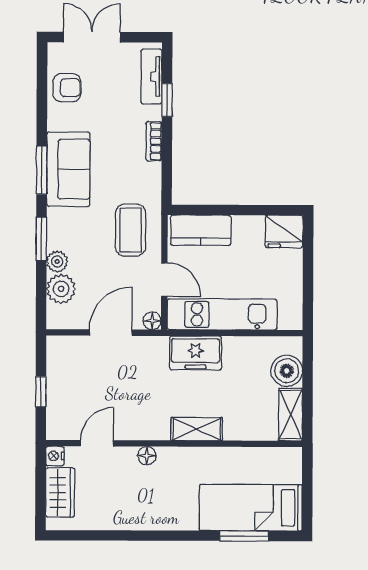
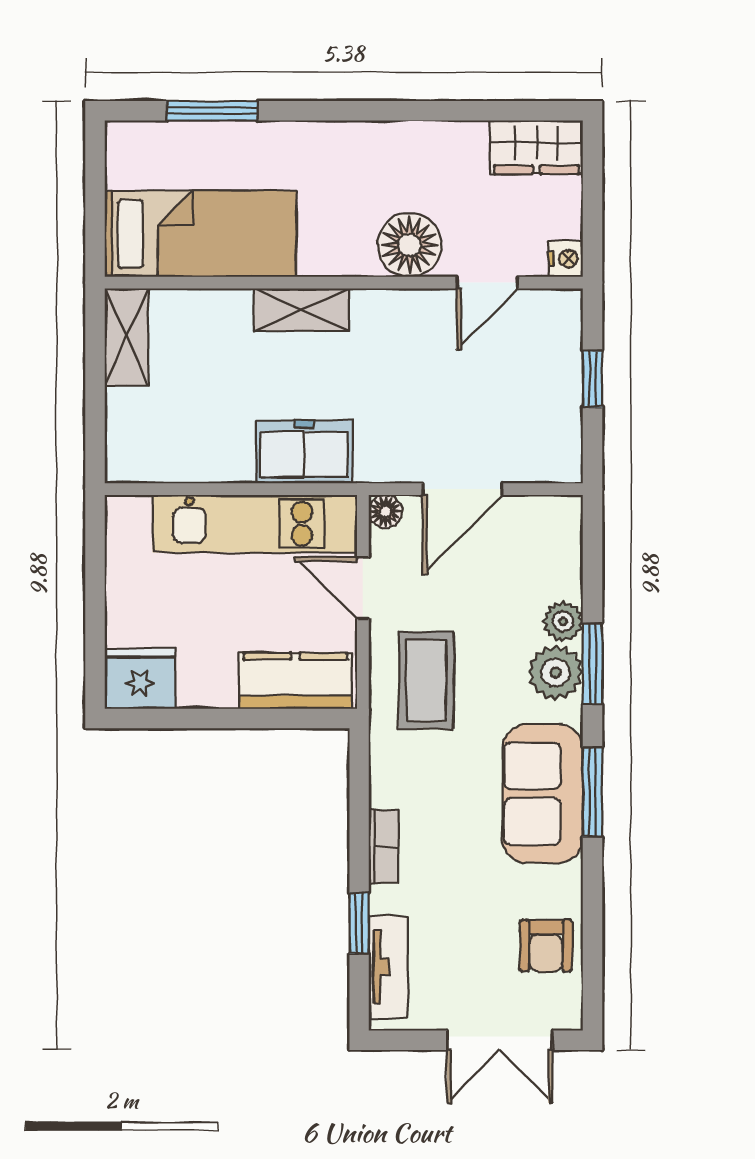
armchair: (67, 88) -> (546, 946), turned -90
plant: (61, 289) -> (556, 672), moved
boiler: (287, 371) -> (134, 419), removed
floor lamp: (147, 456) -> (409, 245), width x1.89, depth x1.89
wardrobe: (60, 492) -> (537, 147), moved, turned -90
bed: (251, 508) -> (200, 234), moved

